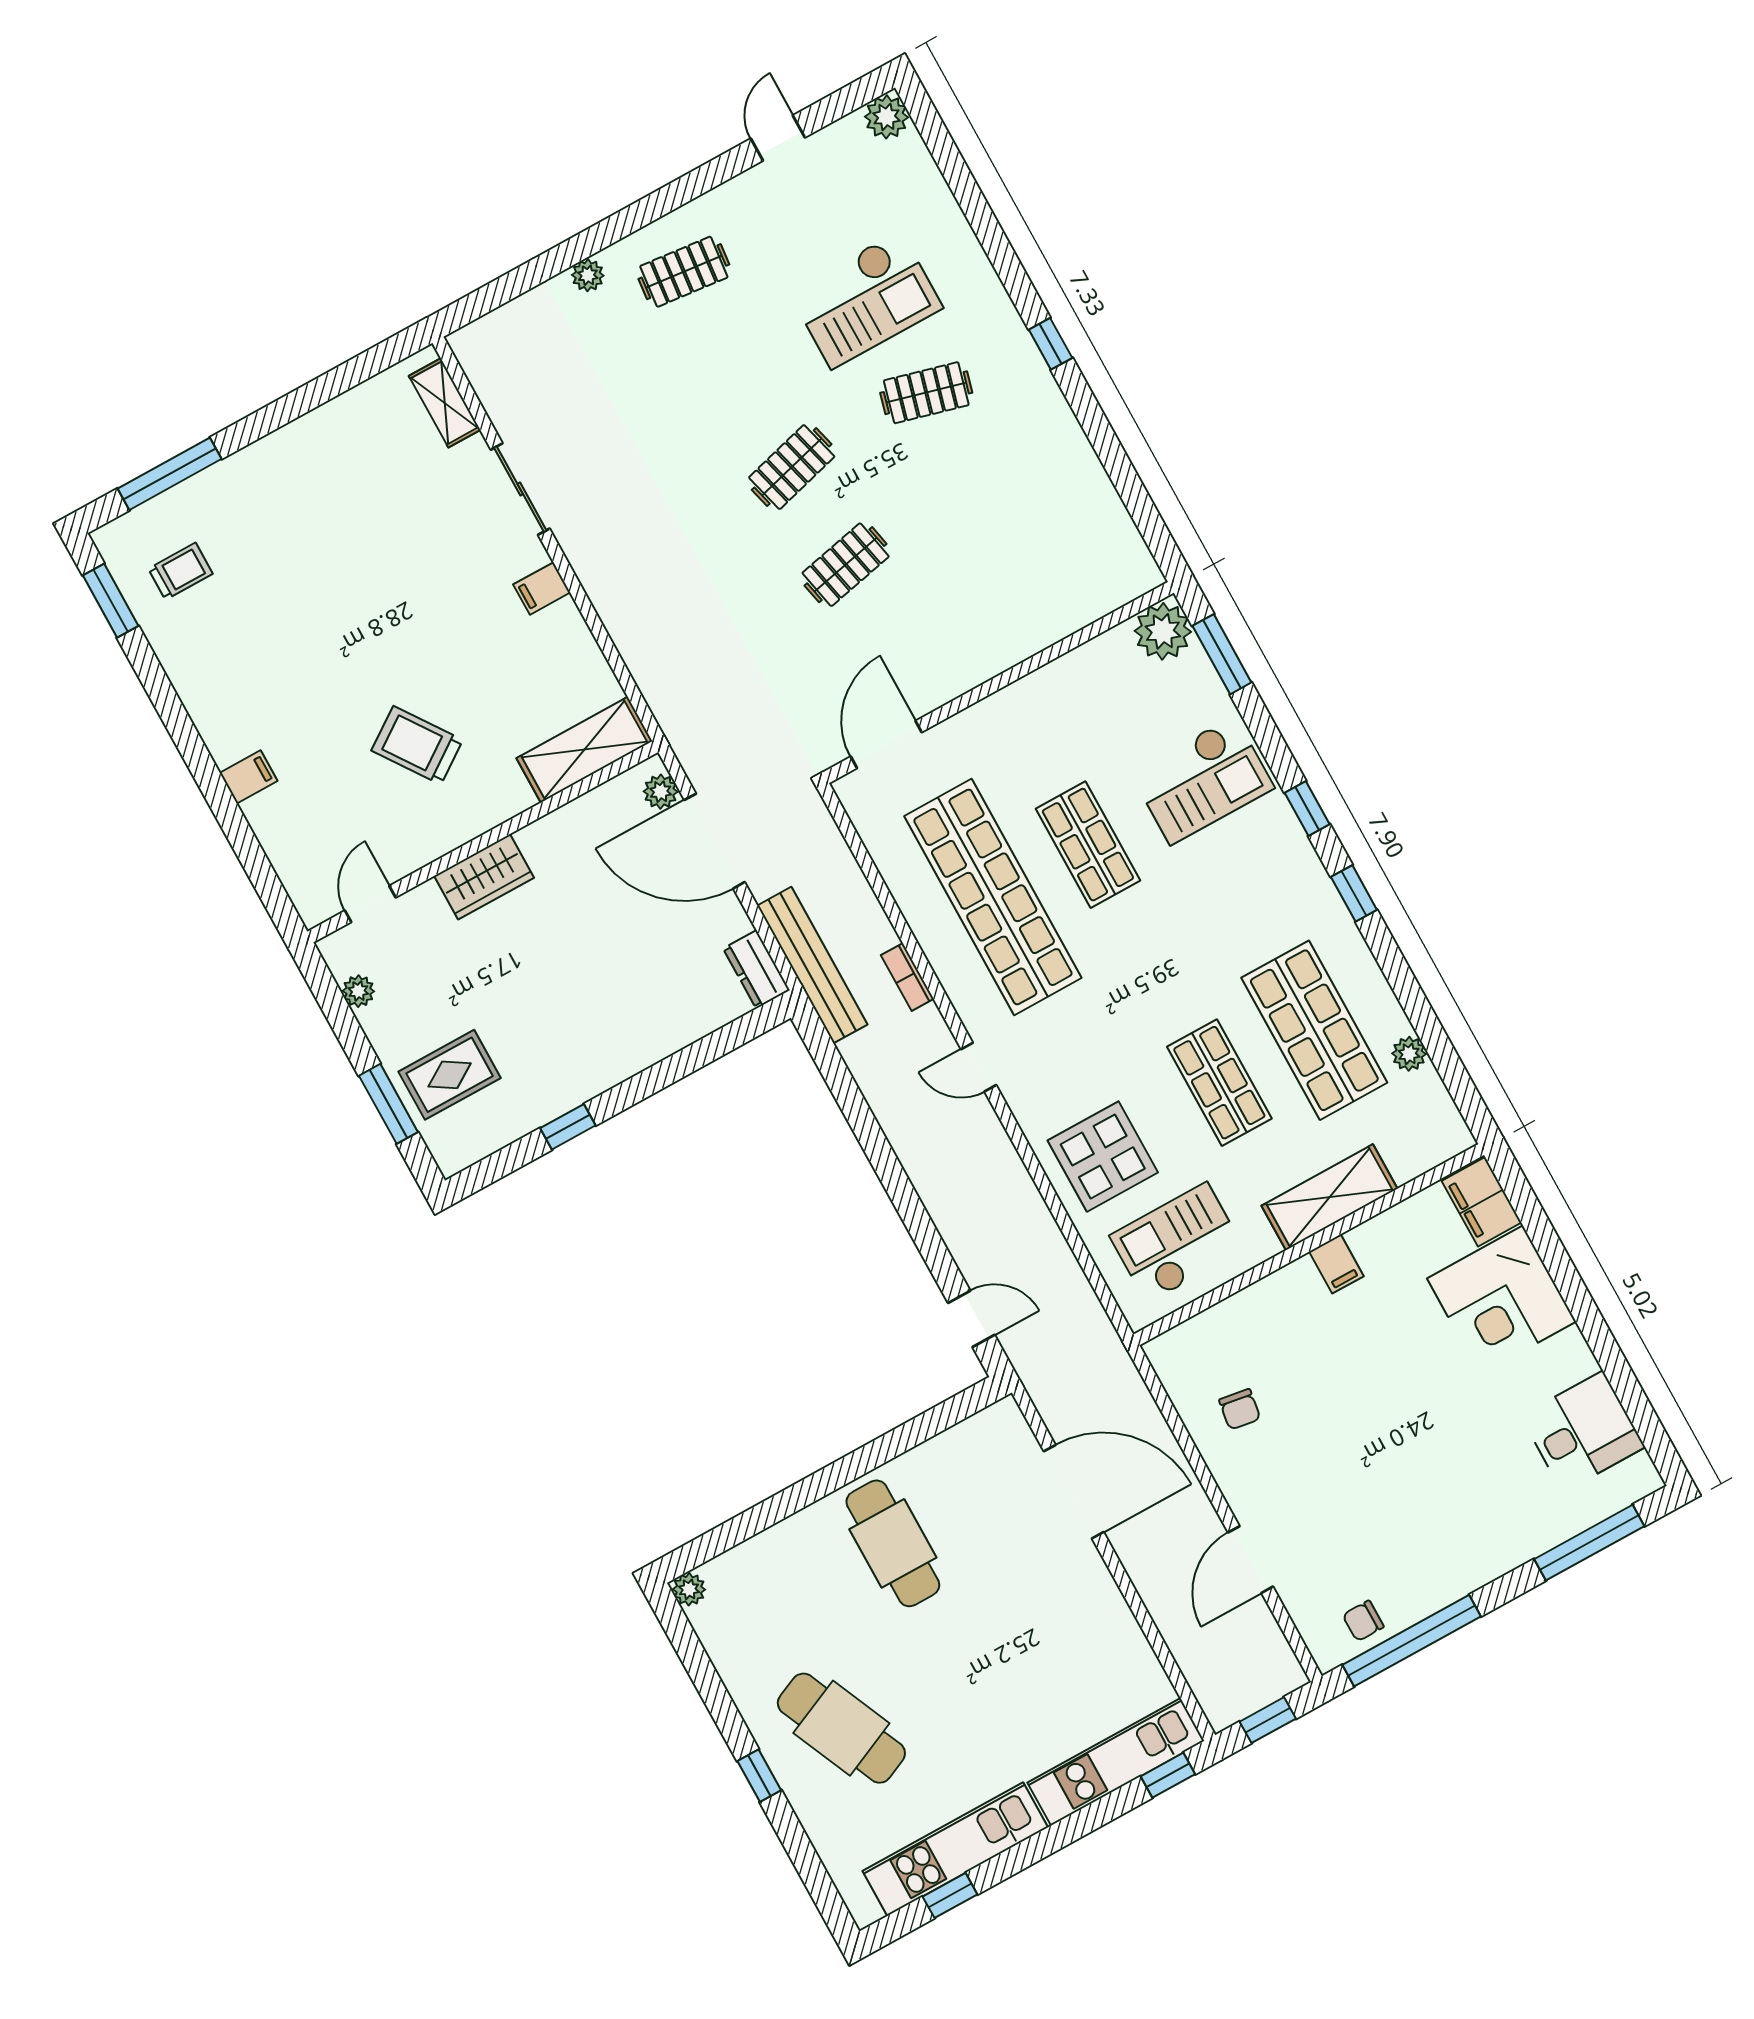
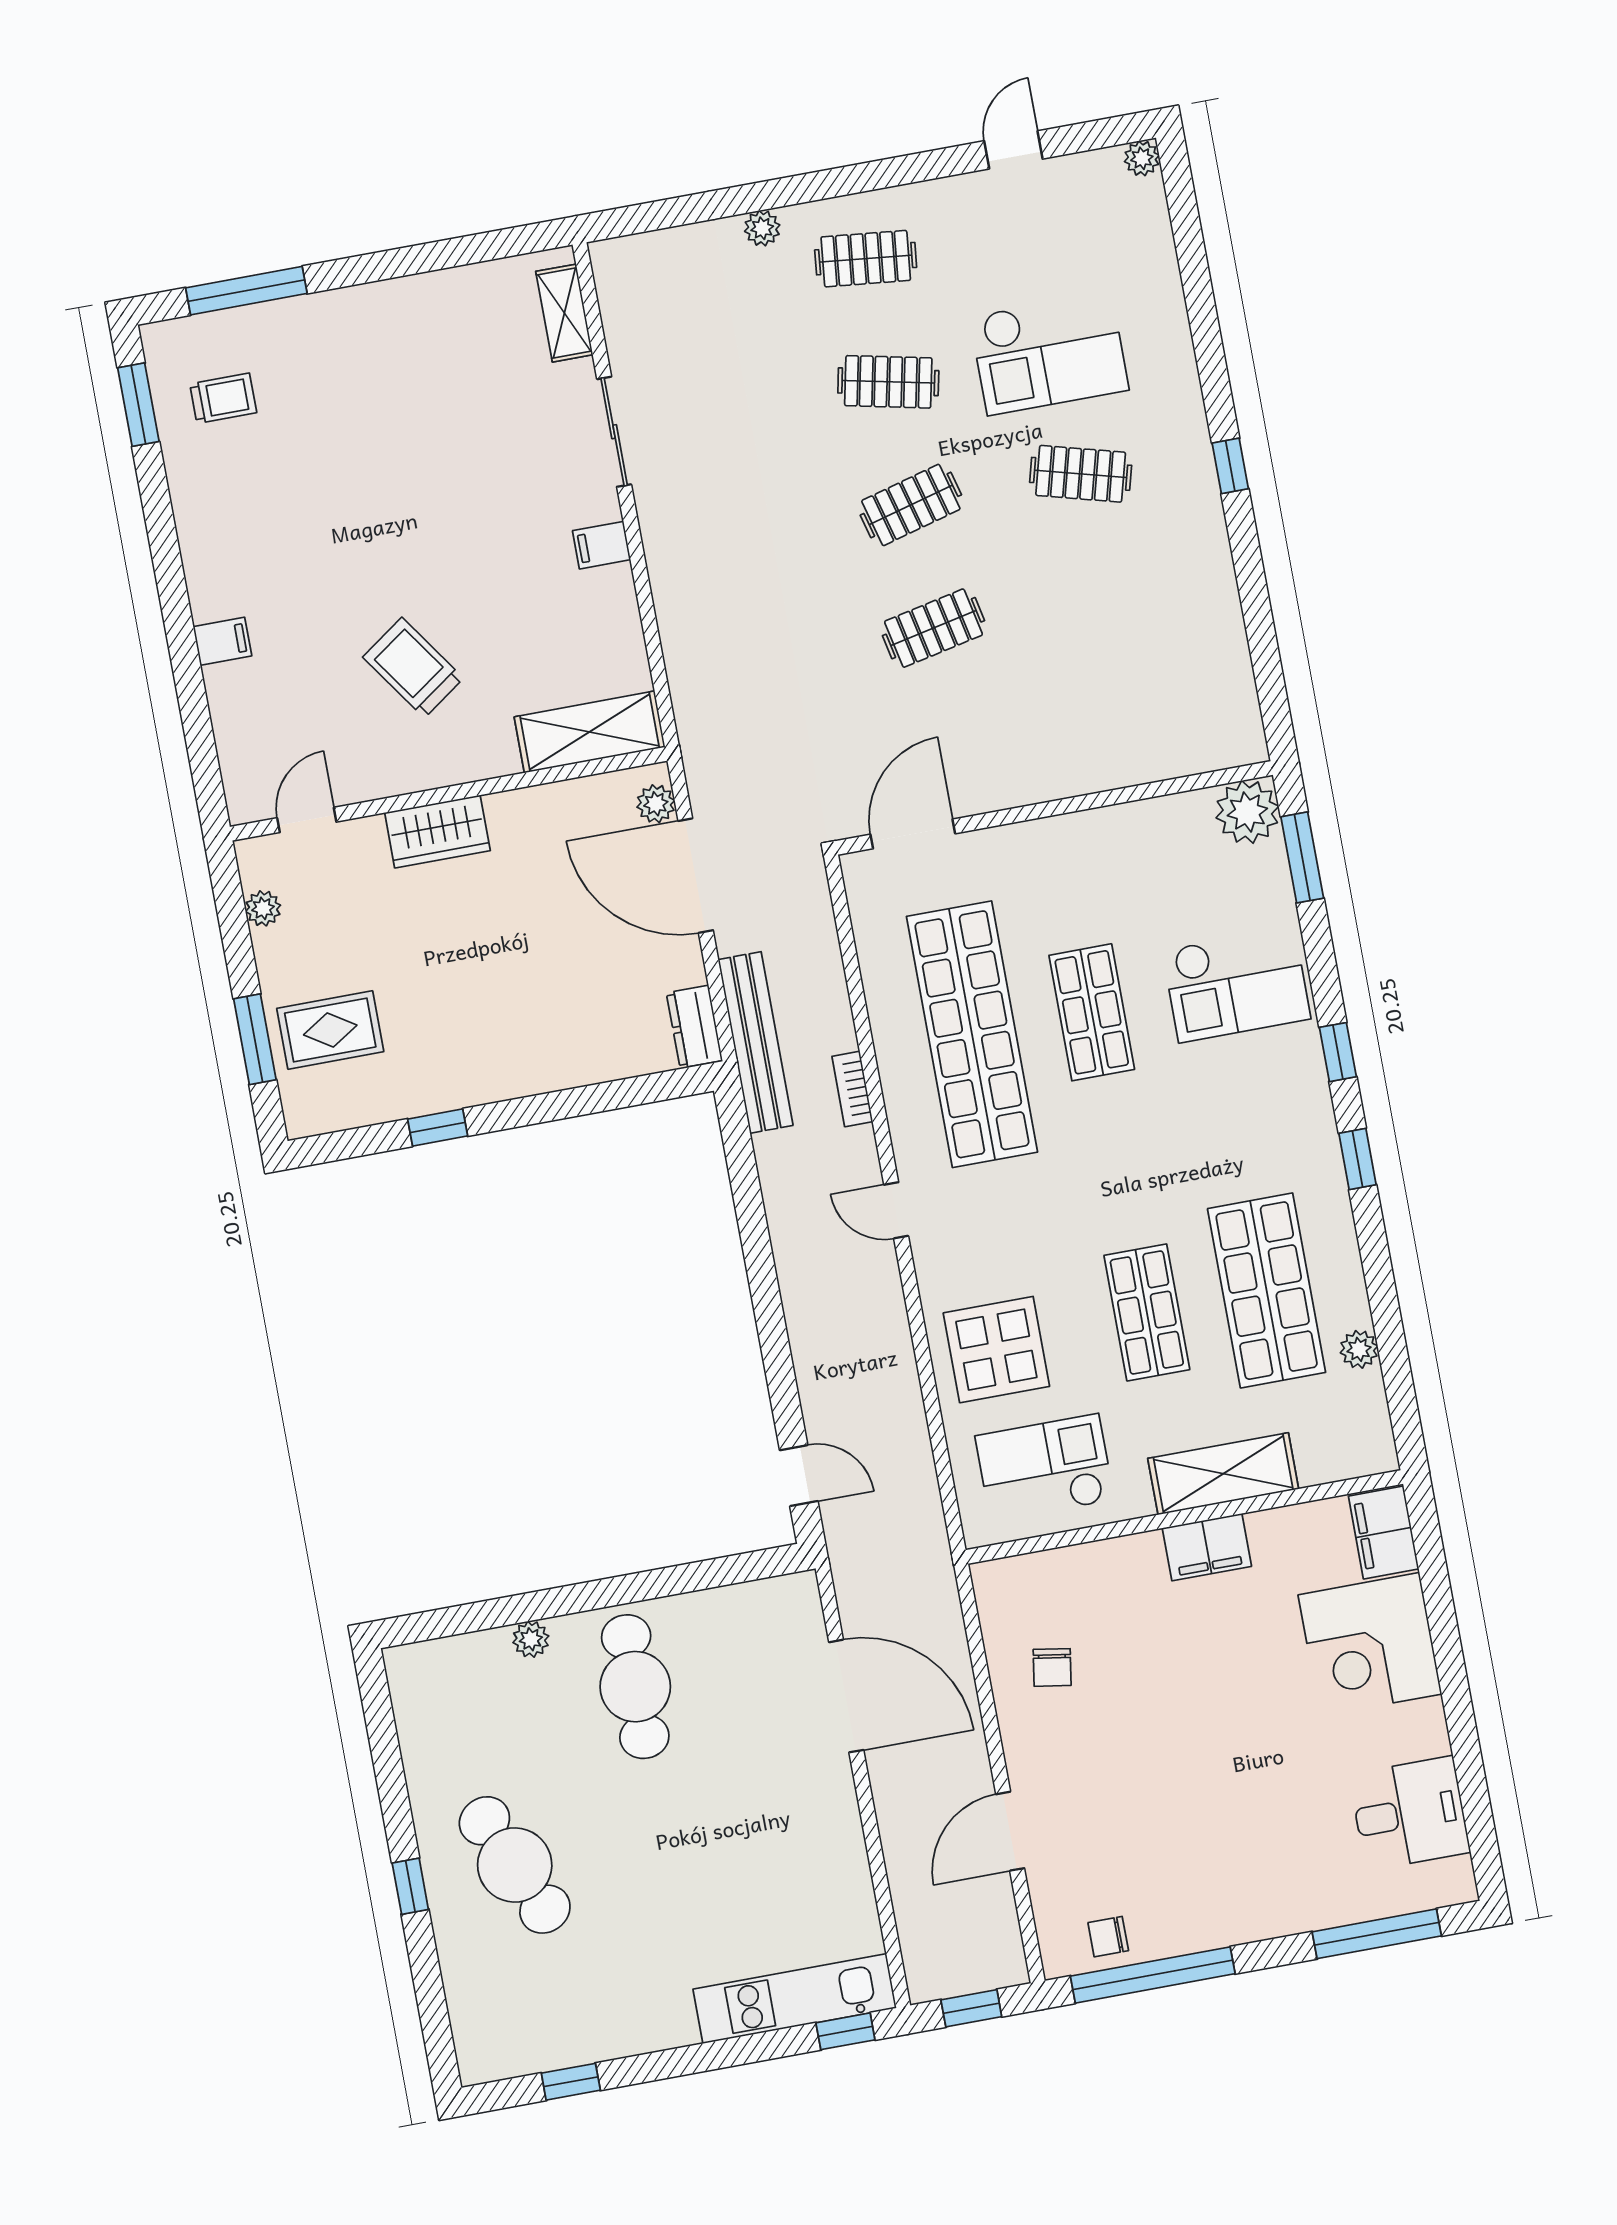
plant: (886, 117) -> (1142, 158), width x0.73, depth x0.73
clothes rail: (738, 369) -> (888, 382), added
filing cabinet: (1336, 1264) -> (1207, 1547), width x2.00
plant: (689, 1589) -> (531, 1639), moved
kitchen unit: (955, 1849) -> (593, 2034), removed

